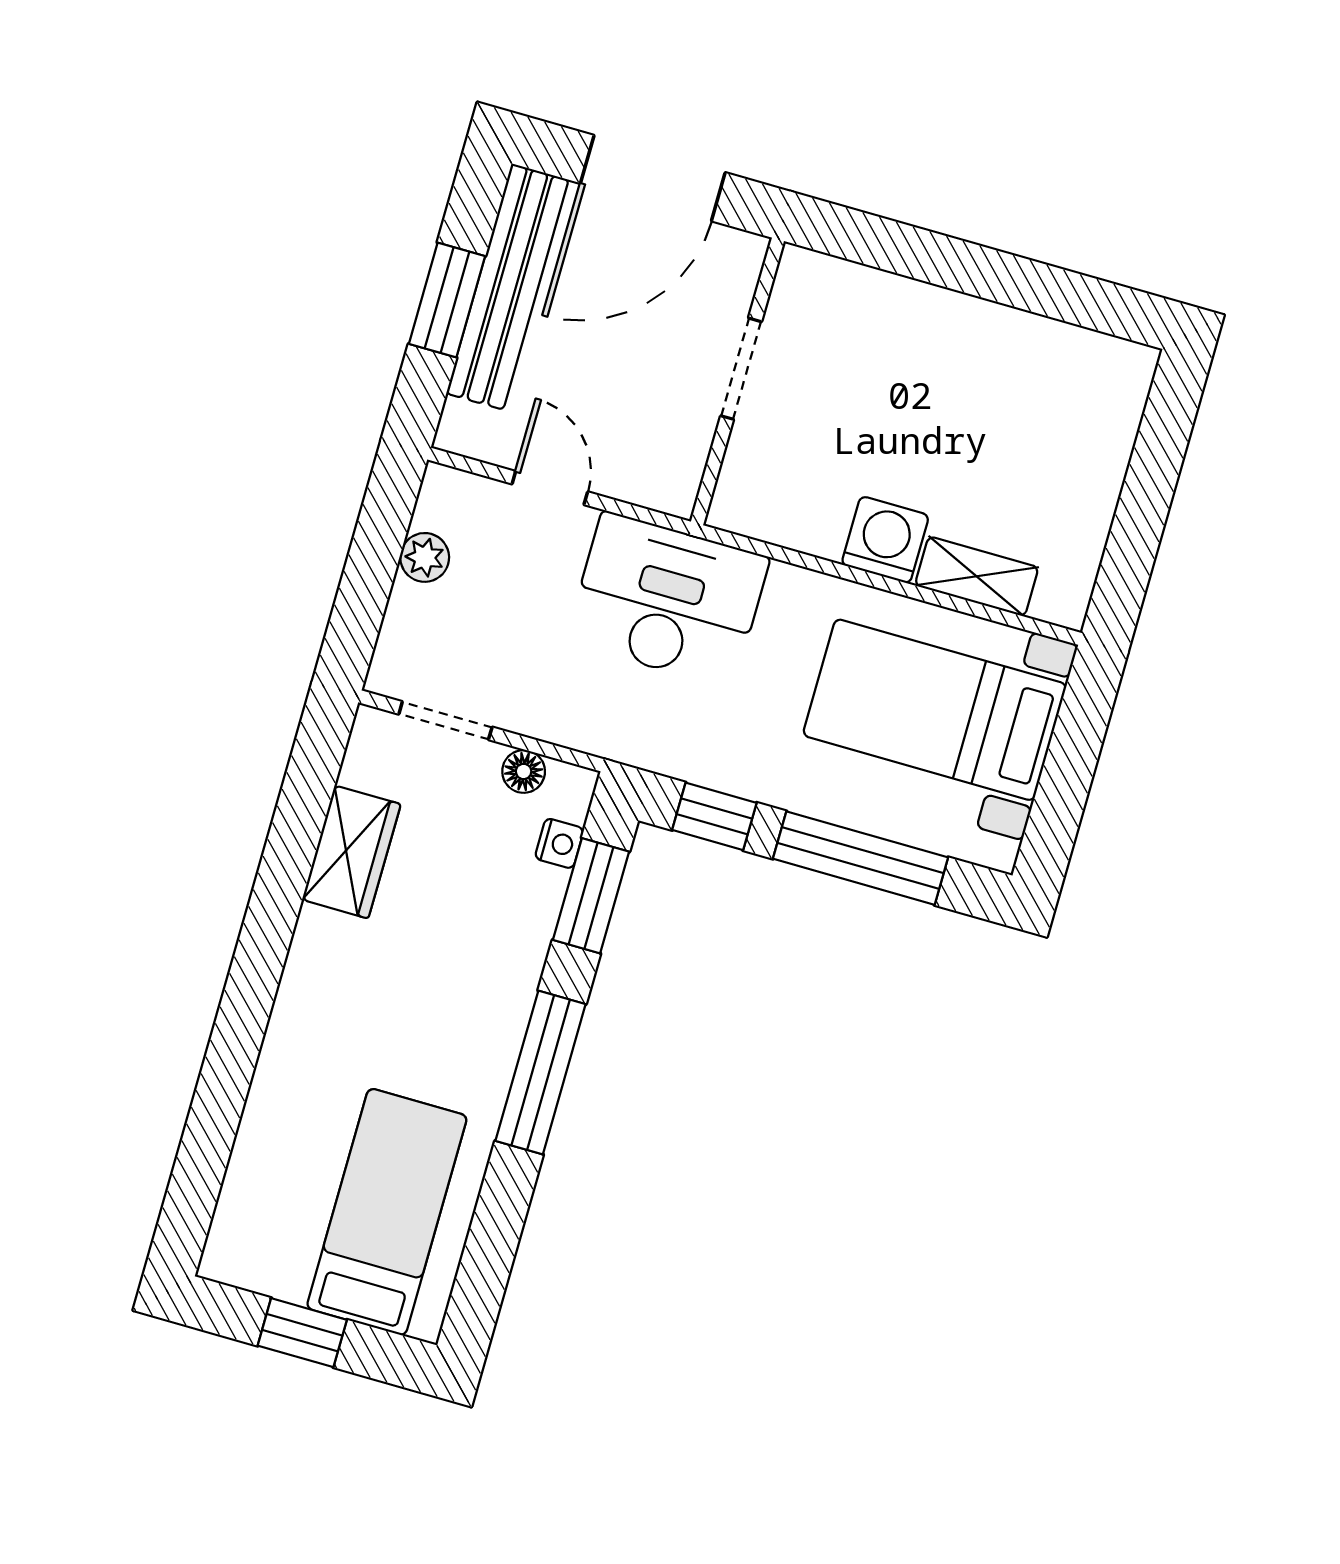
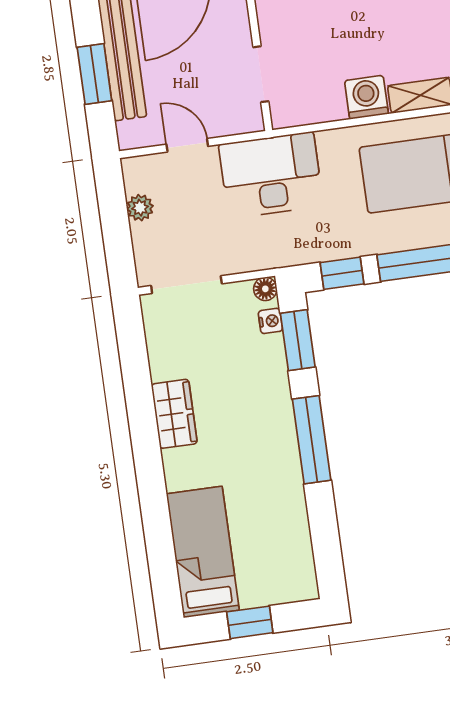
doorway: (741, 369) -> (261, 74), moved
doorway: (445, 721) -> (186, 285), width x1.38
floor lamp: (524, 771) -> (265, 289), moved
wardrobe: (351, 852) -> (174, 414), moved
bed: (387, 1212) -> (203, 552), moved

